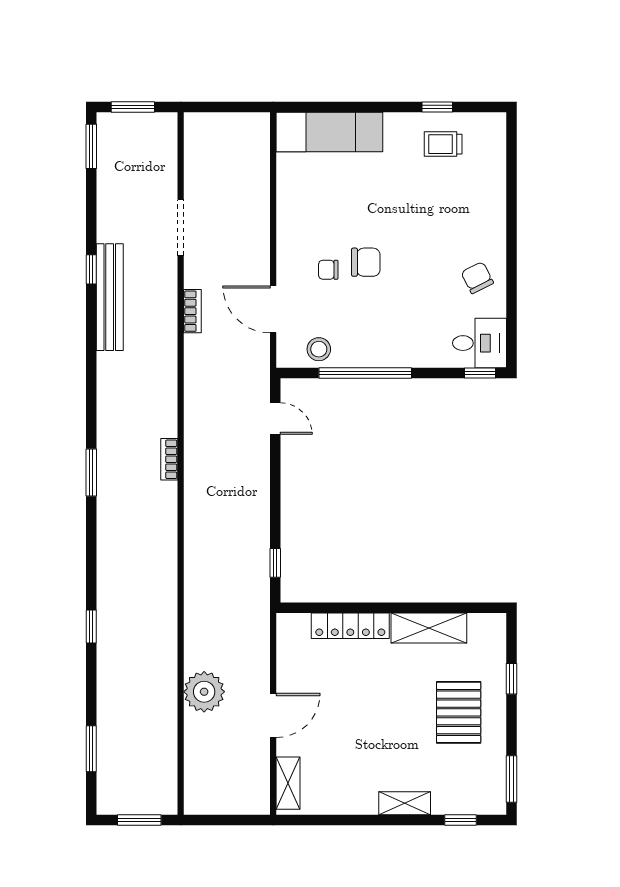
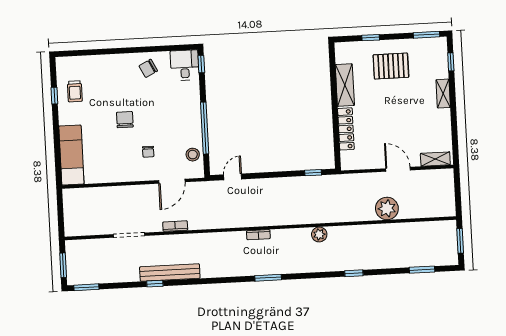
chair: (366, 262) -> (125, 120), moved
plant: (164, 568) -> (319, 234), added

